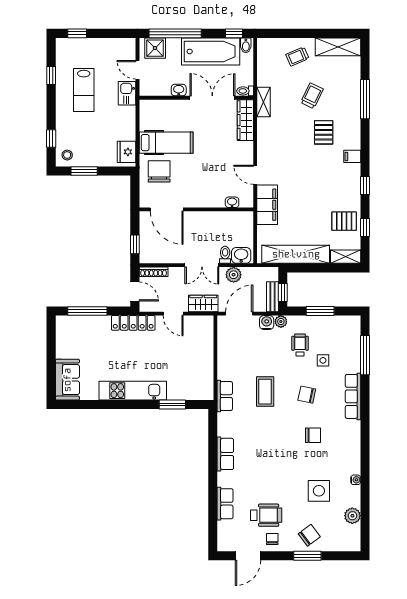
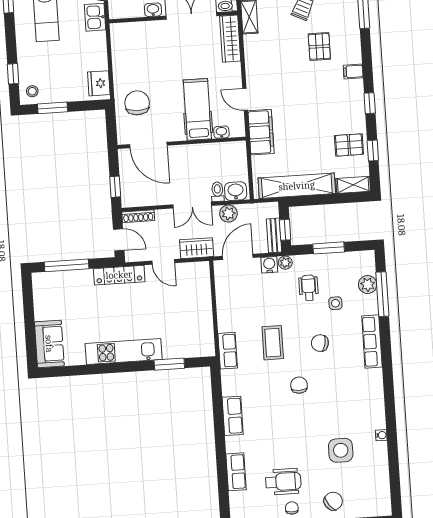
hospital bed: (166, 143) -> (197, 109), moved, turned -90
chair: (313, 435) -> (299, 385), moved, turned -90
plant: (352, 516) -> (368, 285), moved

